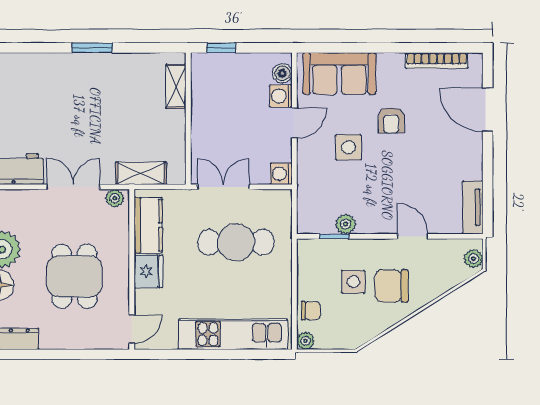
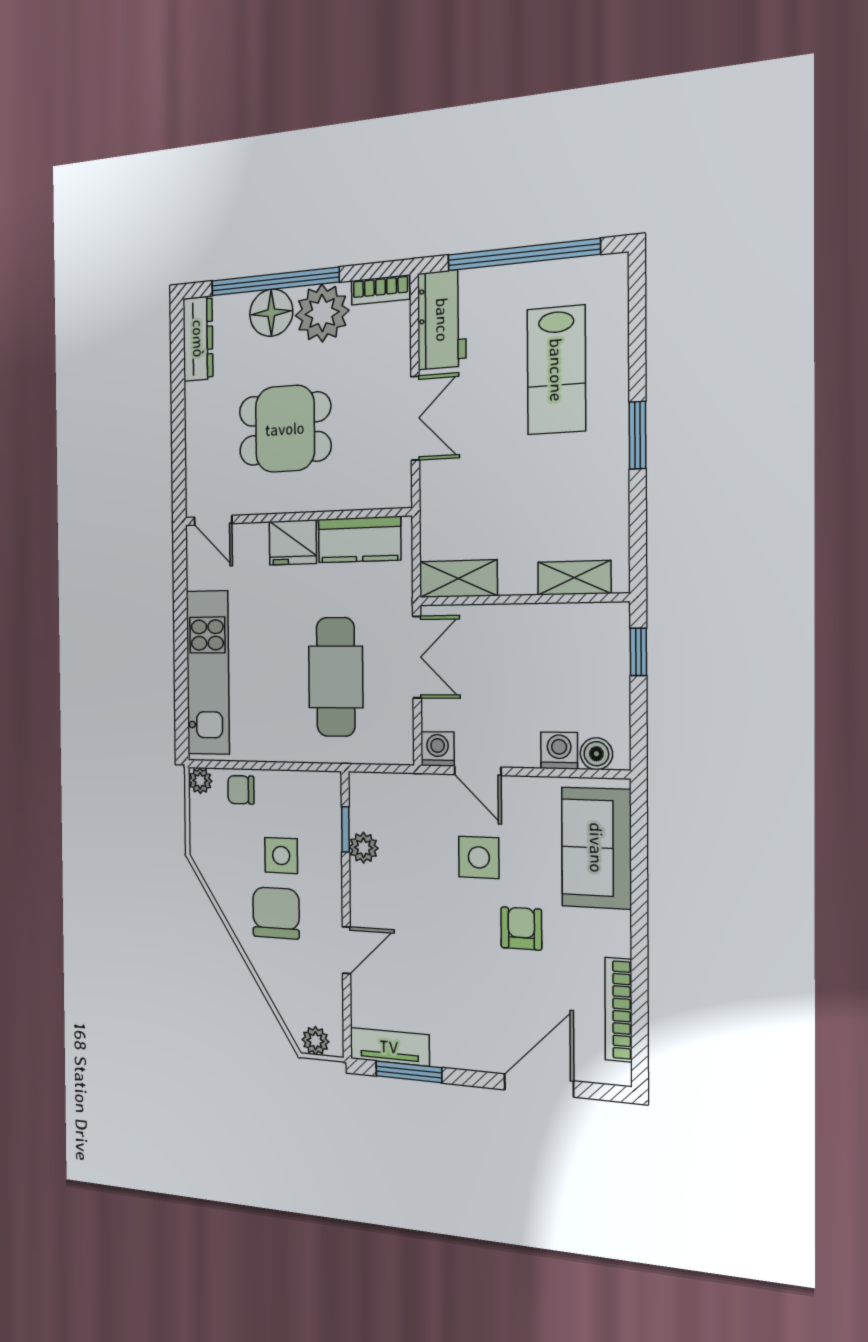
lab bench: (50, 97) -> (556, 370), added
armchair: (391, 120) -> (521, 928), turned 90
door: (294, 123) -> (478, 771), moved
shelving: (141, 173) -> (458, 579), moved, turned 90
window: (488, 194) -> (409, 1072), added
plant: (115, 198) -> (399, 485), removed
chair: (311, 311) -> (241, 790), turned 90

